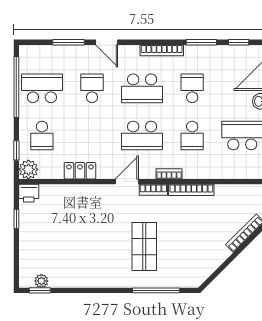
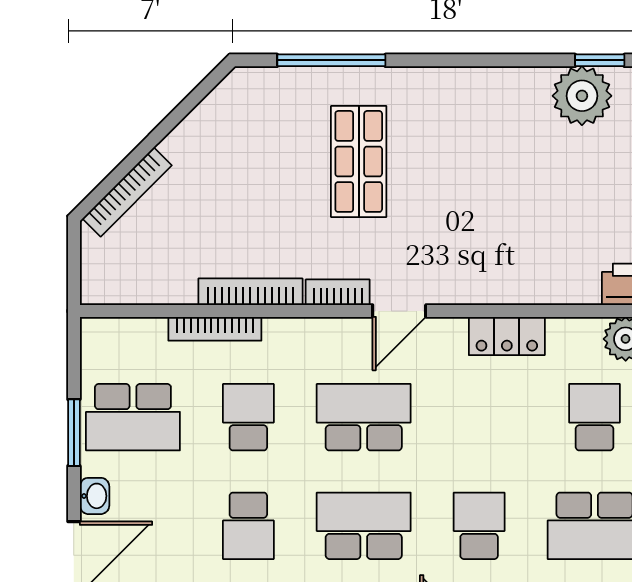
school desk: (92, 88) -> (479, 526), turned 180
bookcase: (169, 174) -> (215, 329), moved, width x1.56
plant: (41, 281) -> (582, 96), width x1.87, depth x1.87

